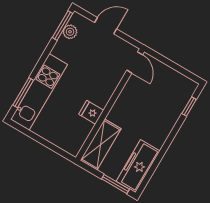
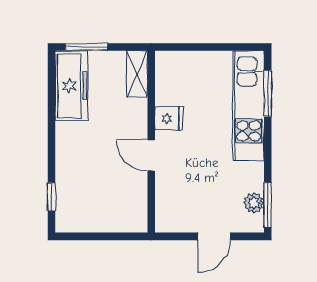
door: (135, 62) -> (151, 156), moved
shelving: (101, 144) -> (137, 74), width x0.67, depth x0.75

